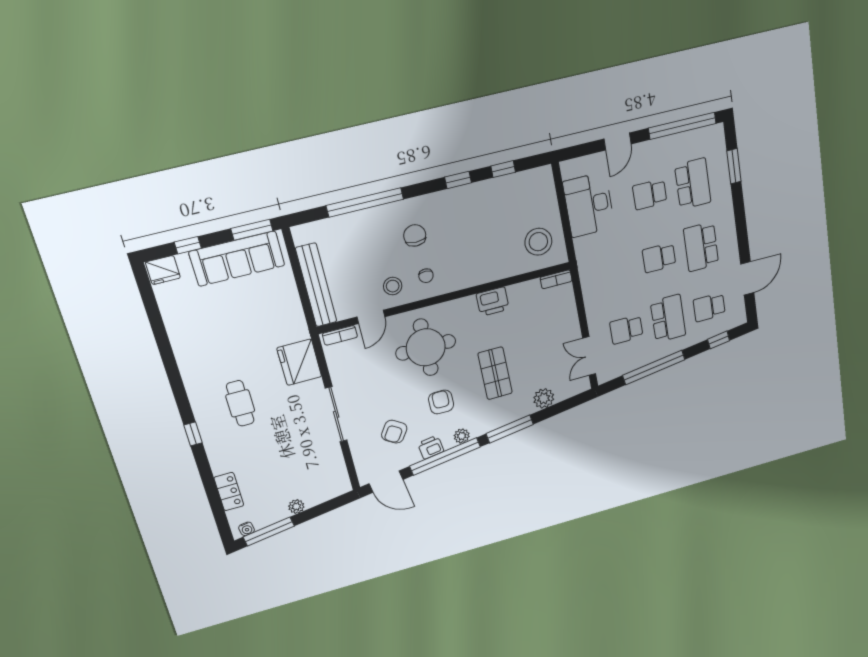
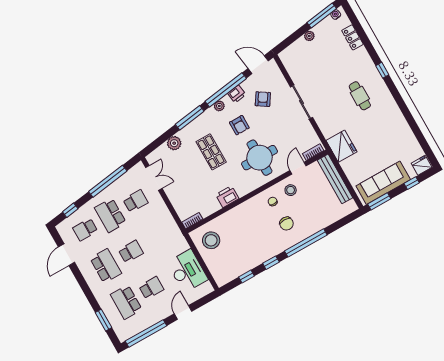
window: (365, 202) -> (306, 243), moved
school desk: (709, 307) -> (85, 230), turned 180
fridge: (299, 362) -> (342, 146), moved

